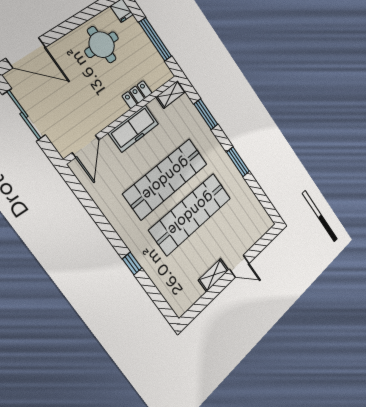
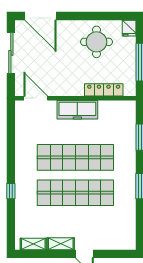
shelving: (171, 94) -> (33, 244), moved
locker: (137, 95) -> (104, 90), width x1.53
door: (86, 146) -> (36, 98), swing flipped

